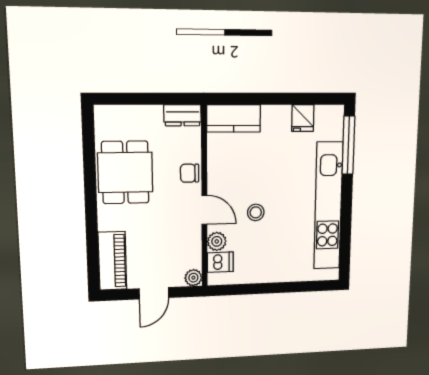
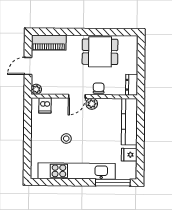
kitchen counter: (234, 118) -> (129, 122), width x1.50
stool: (256, 212) -> (66, 139), moved
plant: (217, 241) -> (92, 104), moved
door: (154, 293) -> (28, 66), hinge flipped

